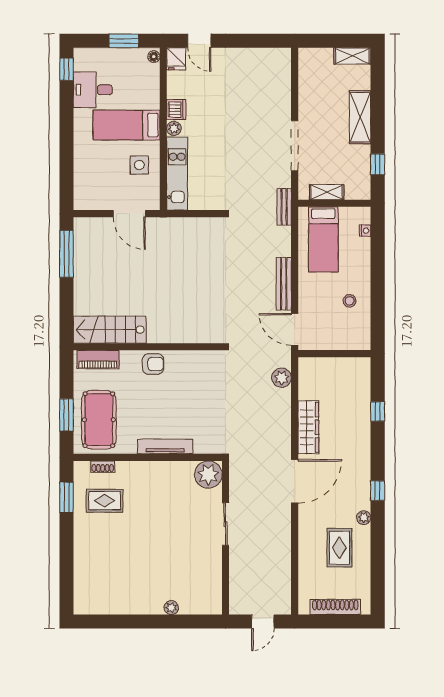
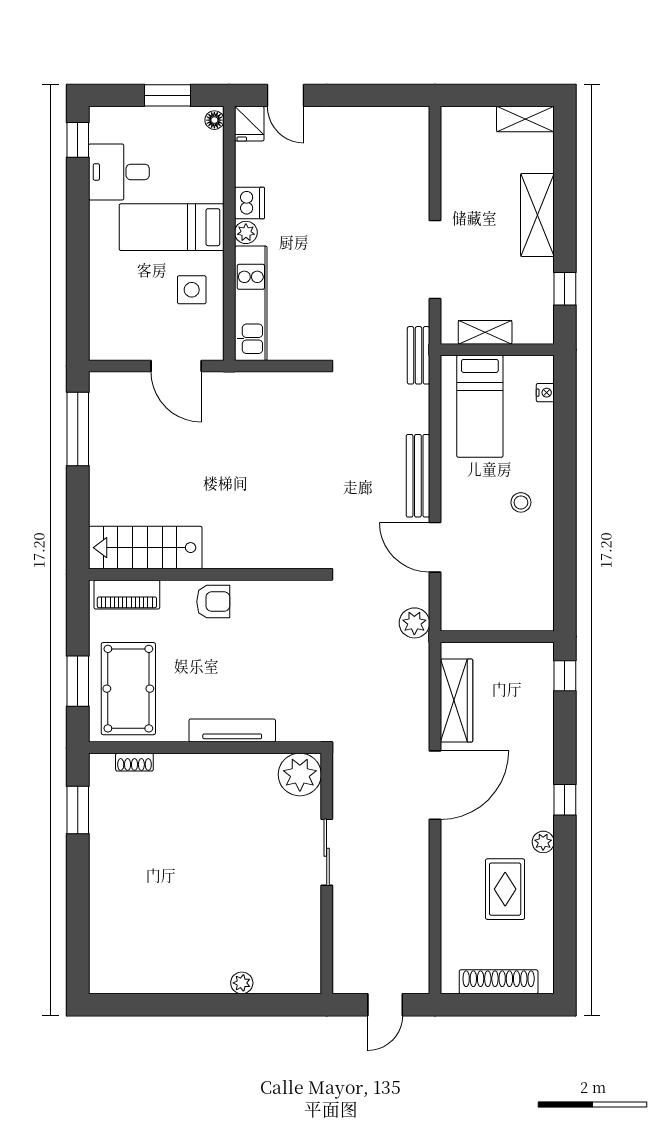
wall: (334, 354) -> (497, 637), moved
rug: (105, 501) -> (137, 816), removed

